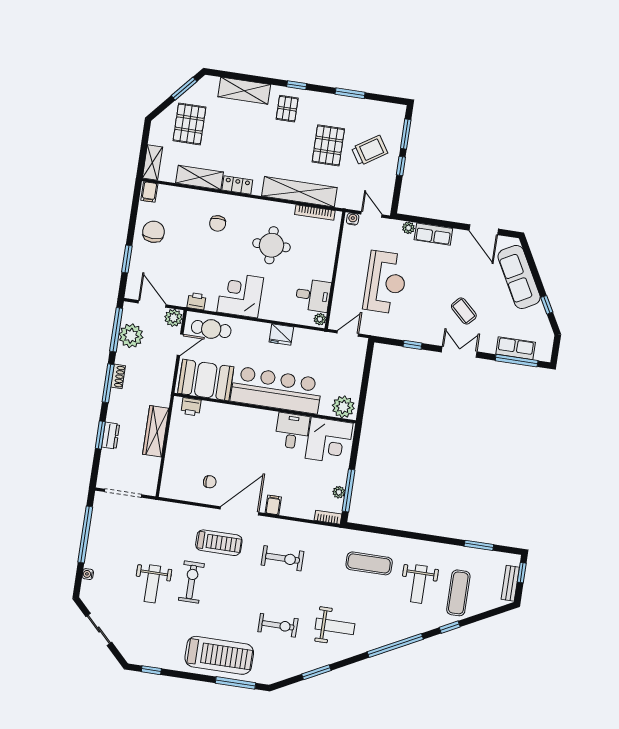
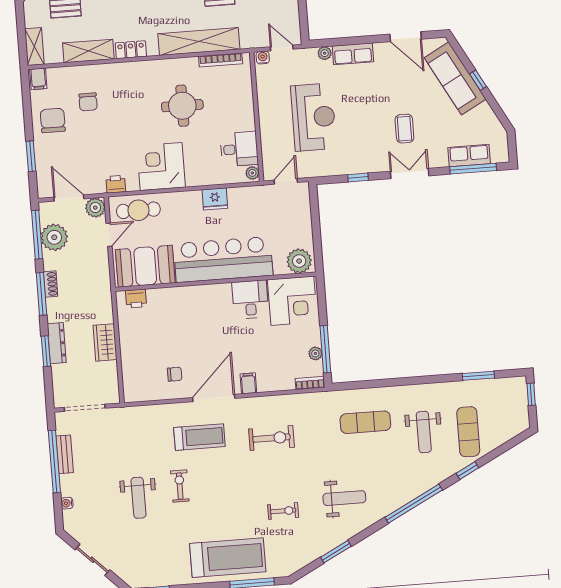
chair: (218, 223) -> (88, 102), moved
window: (547, 305) -> (478, 80), moved
coffee table: (464, 311) -> (404, 129), turned 47
wardrobe: (156, 431) -> (105, 342), width x0.67
dresser: (111, 436) -> (57, 343), width x1.44
exercise bike: (191, 582) -> (180, 486), width x0.73, depth x0.72
bench: (510, 583) -> (65, 454), moved
exercise bike: (278, 625) -> (283, 511), width x0.73, depth x0.72

